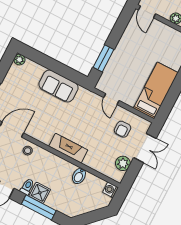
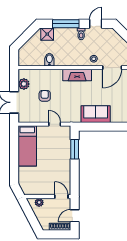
armchair: (122, 129) -> (45, 96), moved
fireplace: (68, 148) -> (77, 75), moved
washing machine: (110, 190) -> (23, 61), removed
shower: (40, 193) -> (47, 34), moved

